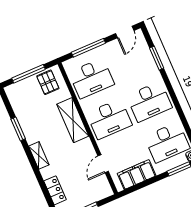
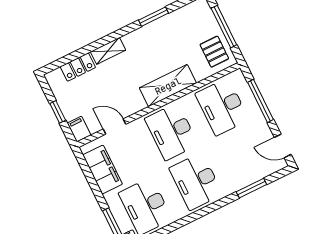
pallet: (48, 82) -> (214, 52), turned 90
shelving: (39, 155) -> (108, 51), moved
filing cabinet: (104, 192) -> (79, 129), added

